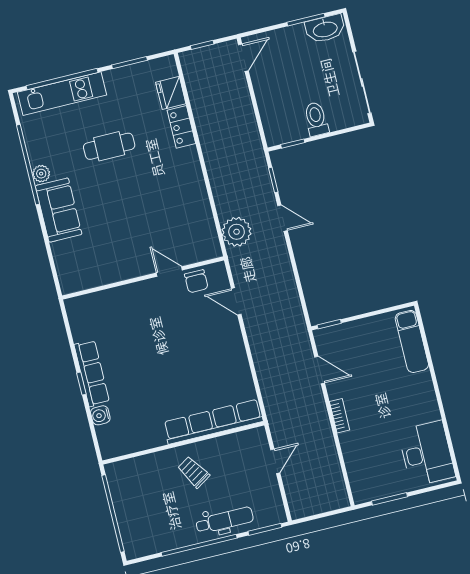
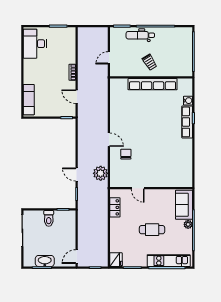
washbasin: (325, 29) -> (45, 261), moved
fridge: (171, 93) -> (116, 260), moved
locker: (181, 127) -> (115, 207), moved
door: (169, 271) -> (138, 188), moved
wall: (143, 278) -> (151, 188), moved
row of seats: (213, 422) -> (153, 84), moved

